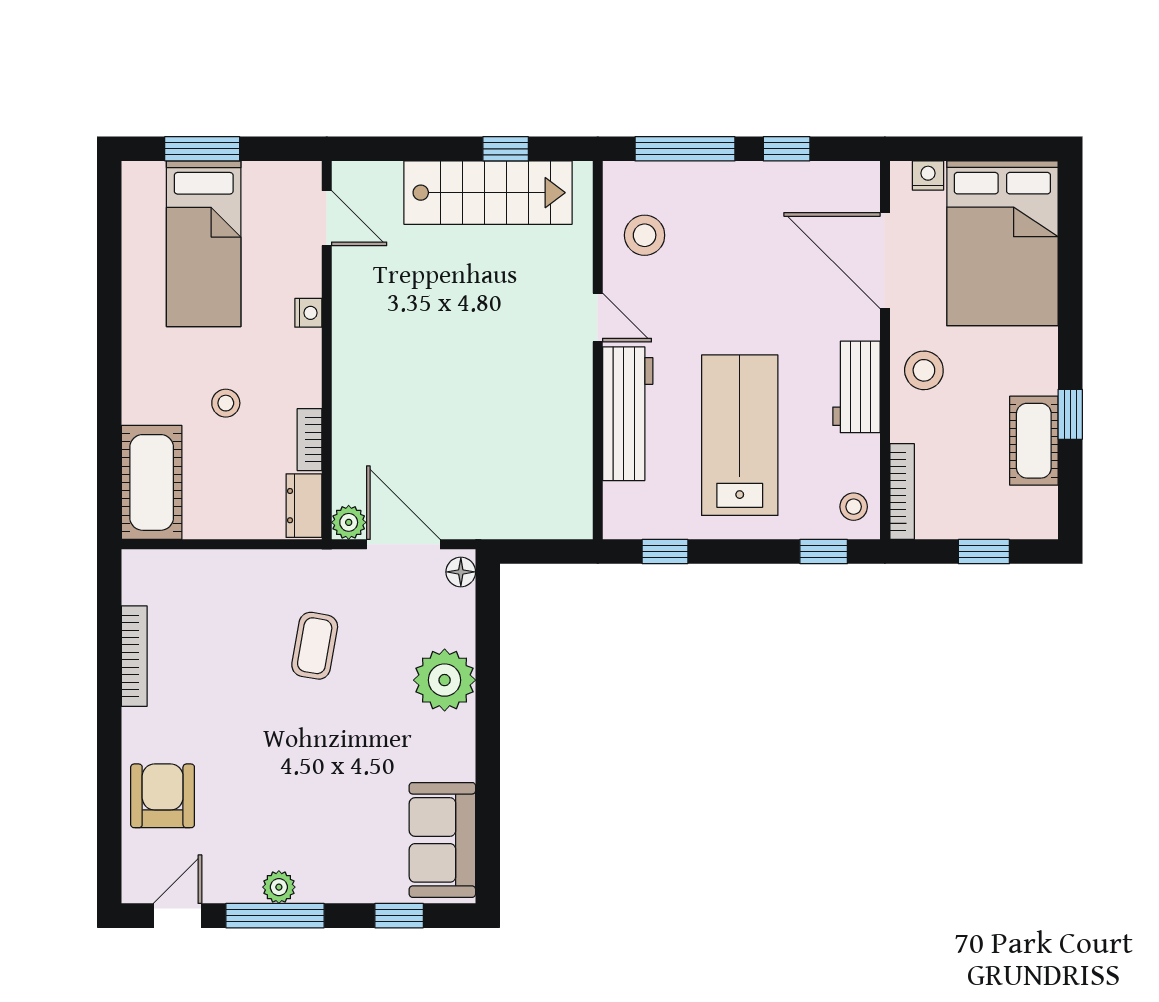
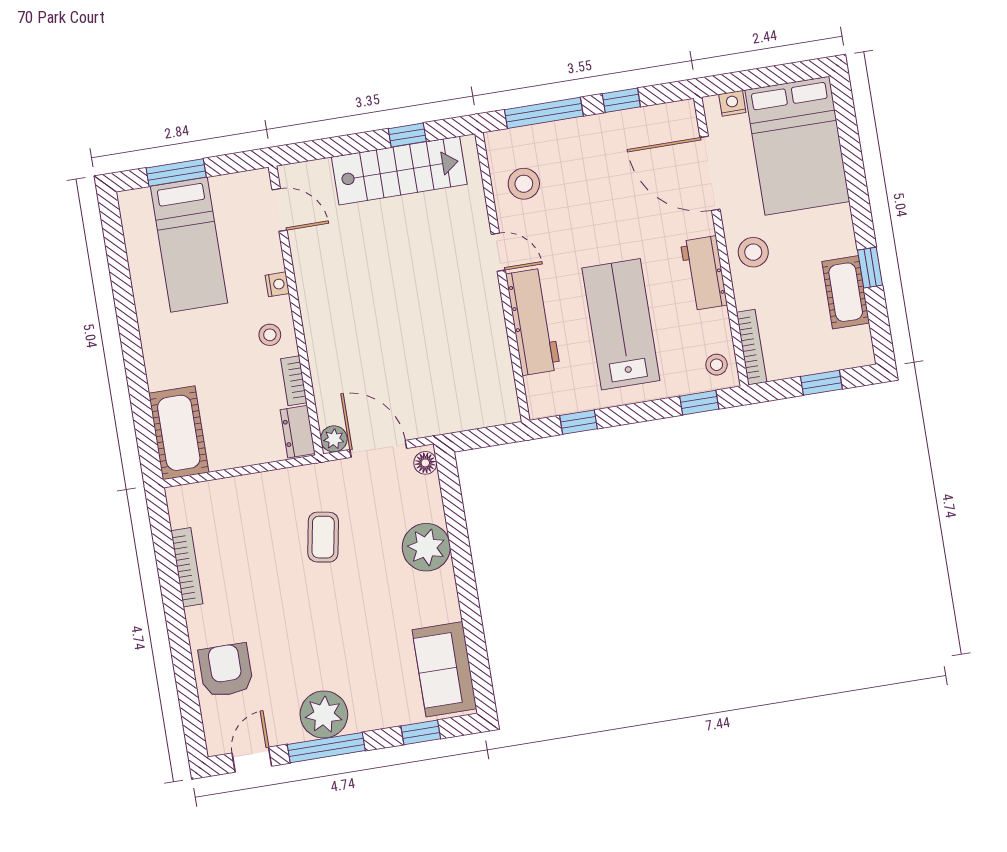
stool: (226, 403) -> (270, 335), moved
plant: (279, 887) -> (324, 714), width x1.88, depth x1.88

